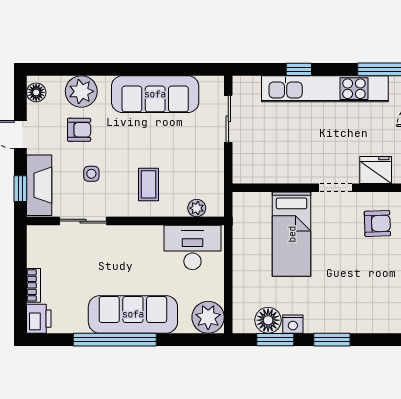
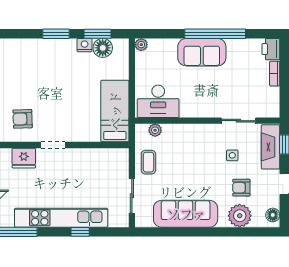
coffee table: (149, 184) -> (148, 162), moved
bed: (292, 234) -> (115, 111), moved
sofa: (133, 314) -> (202, 52), width x0.73
plant: (208, 317) -> (141, 45), width x0.53, depth x0.53

